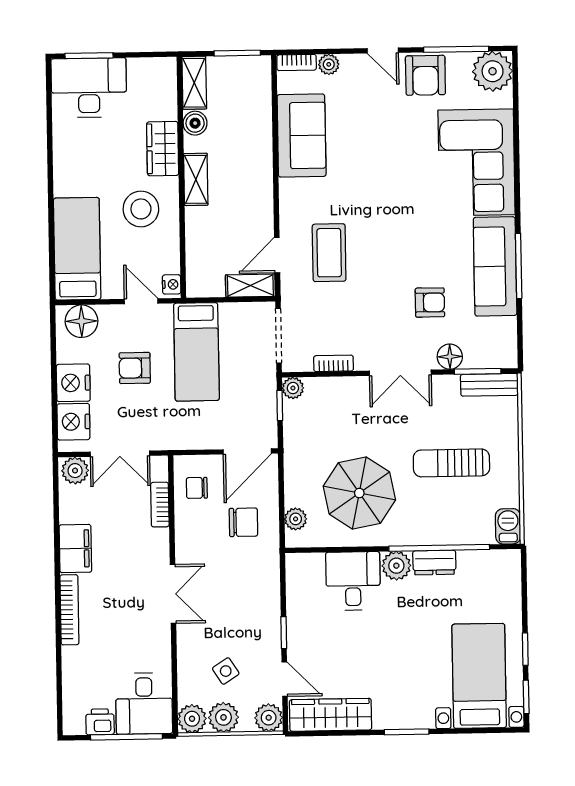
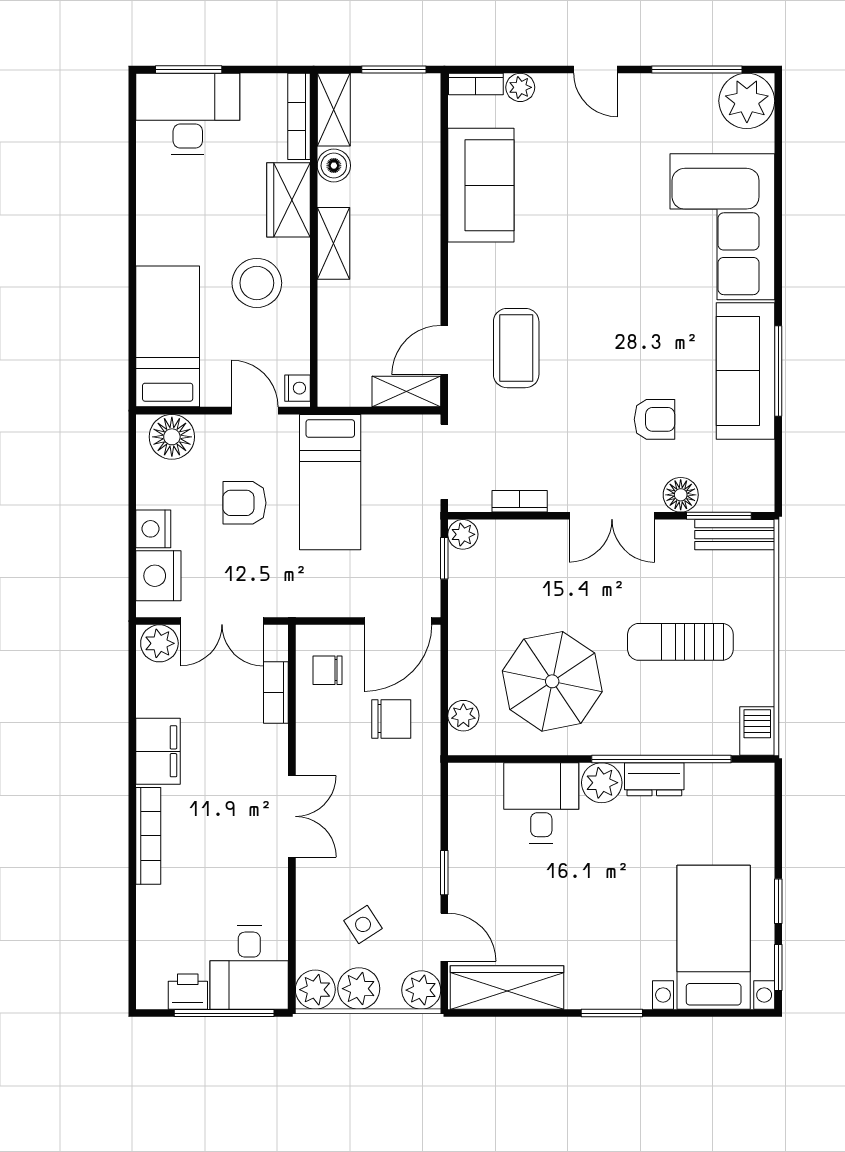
armchair: (425, 75) -> (654, 105), removed
bookcase: (169, 88) -> (299, 116), added
nightstand: (73, 383) -> (153, 529), width x0.74, depth x0.75

